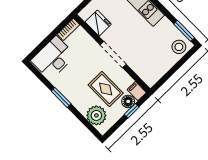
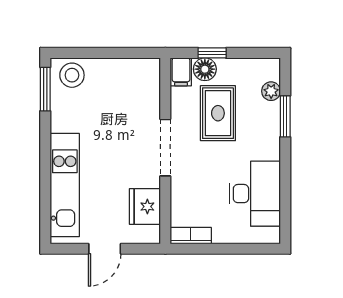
desk: (53, 58) -> (255, 194), moved, turned -90
window: (61, 97) -> (285, 116), moved
plant: (96, 115) -> (271, 91), width x0.53, depth x0.53

